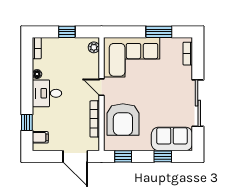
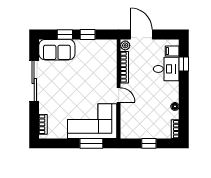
window: (159, 32) -> (91, 143), moved
plant: (94, 47) -> (125, 45), moved
desk: (47, 93) -> (166, 69), moved
armchair: (123, 120) -> (100, 67), removed
window: (123, 156) -> (88, 35), moved

